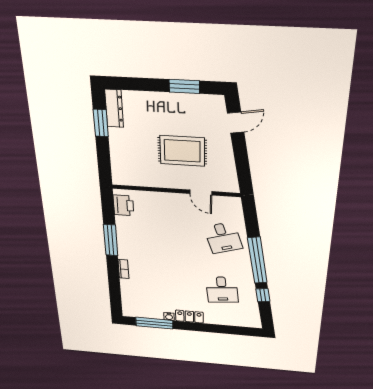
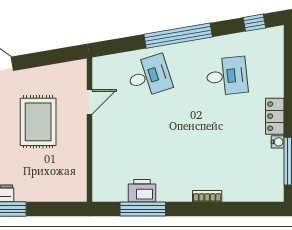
printer: (123, 205) -> (142, 191), moved
window: (111, 240) -> (143, 209), moved
window: (263, 295) -> (254, 23), moved

